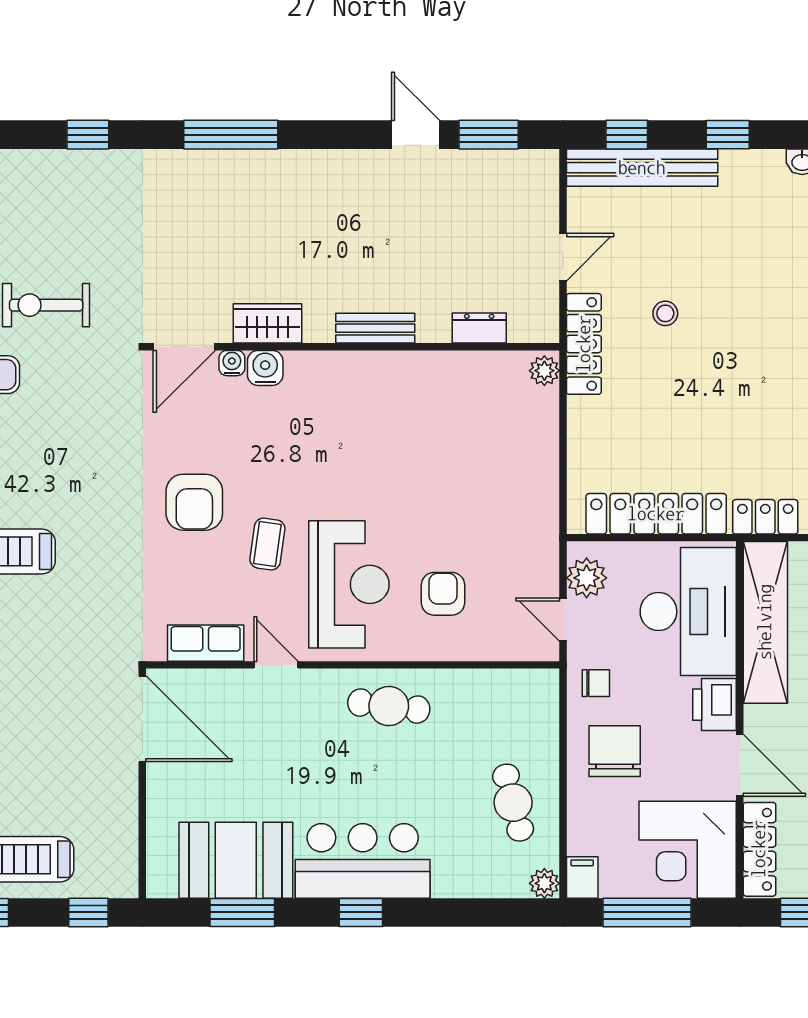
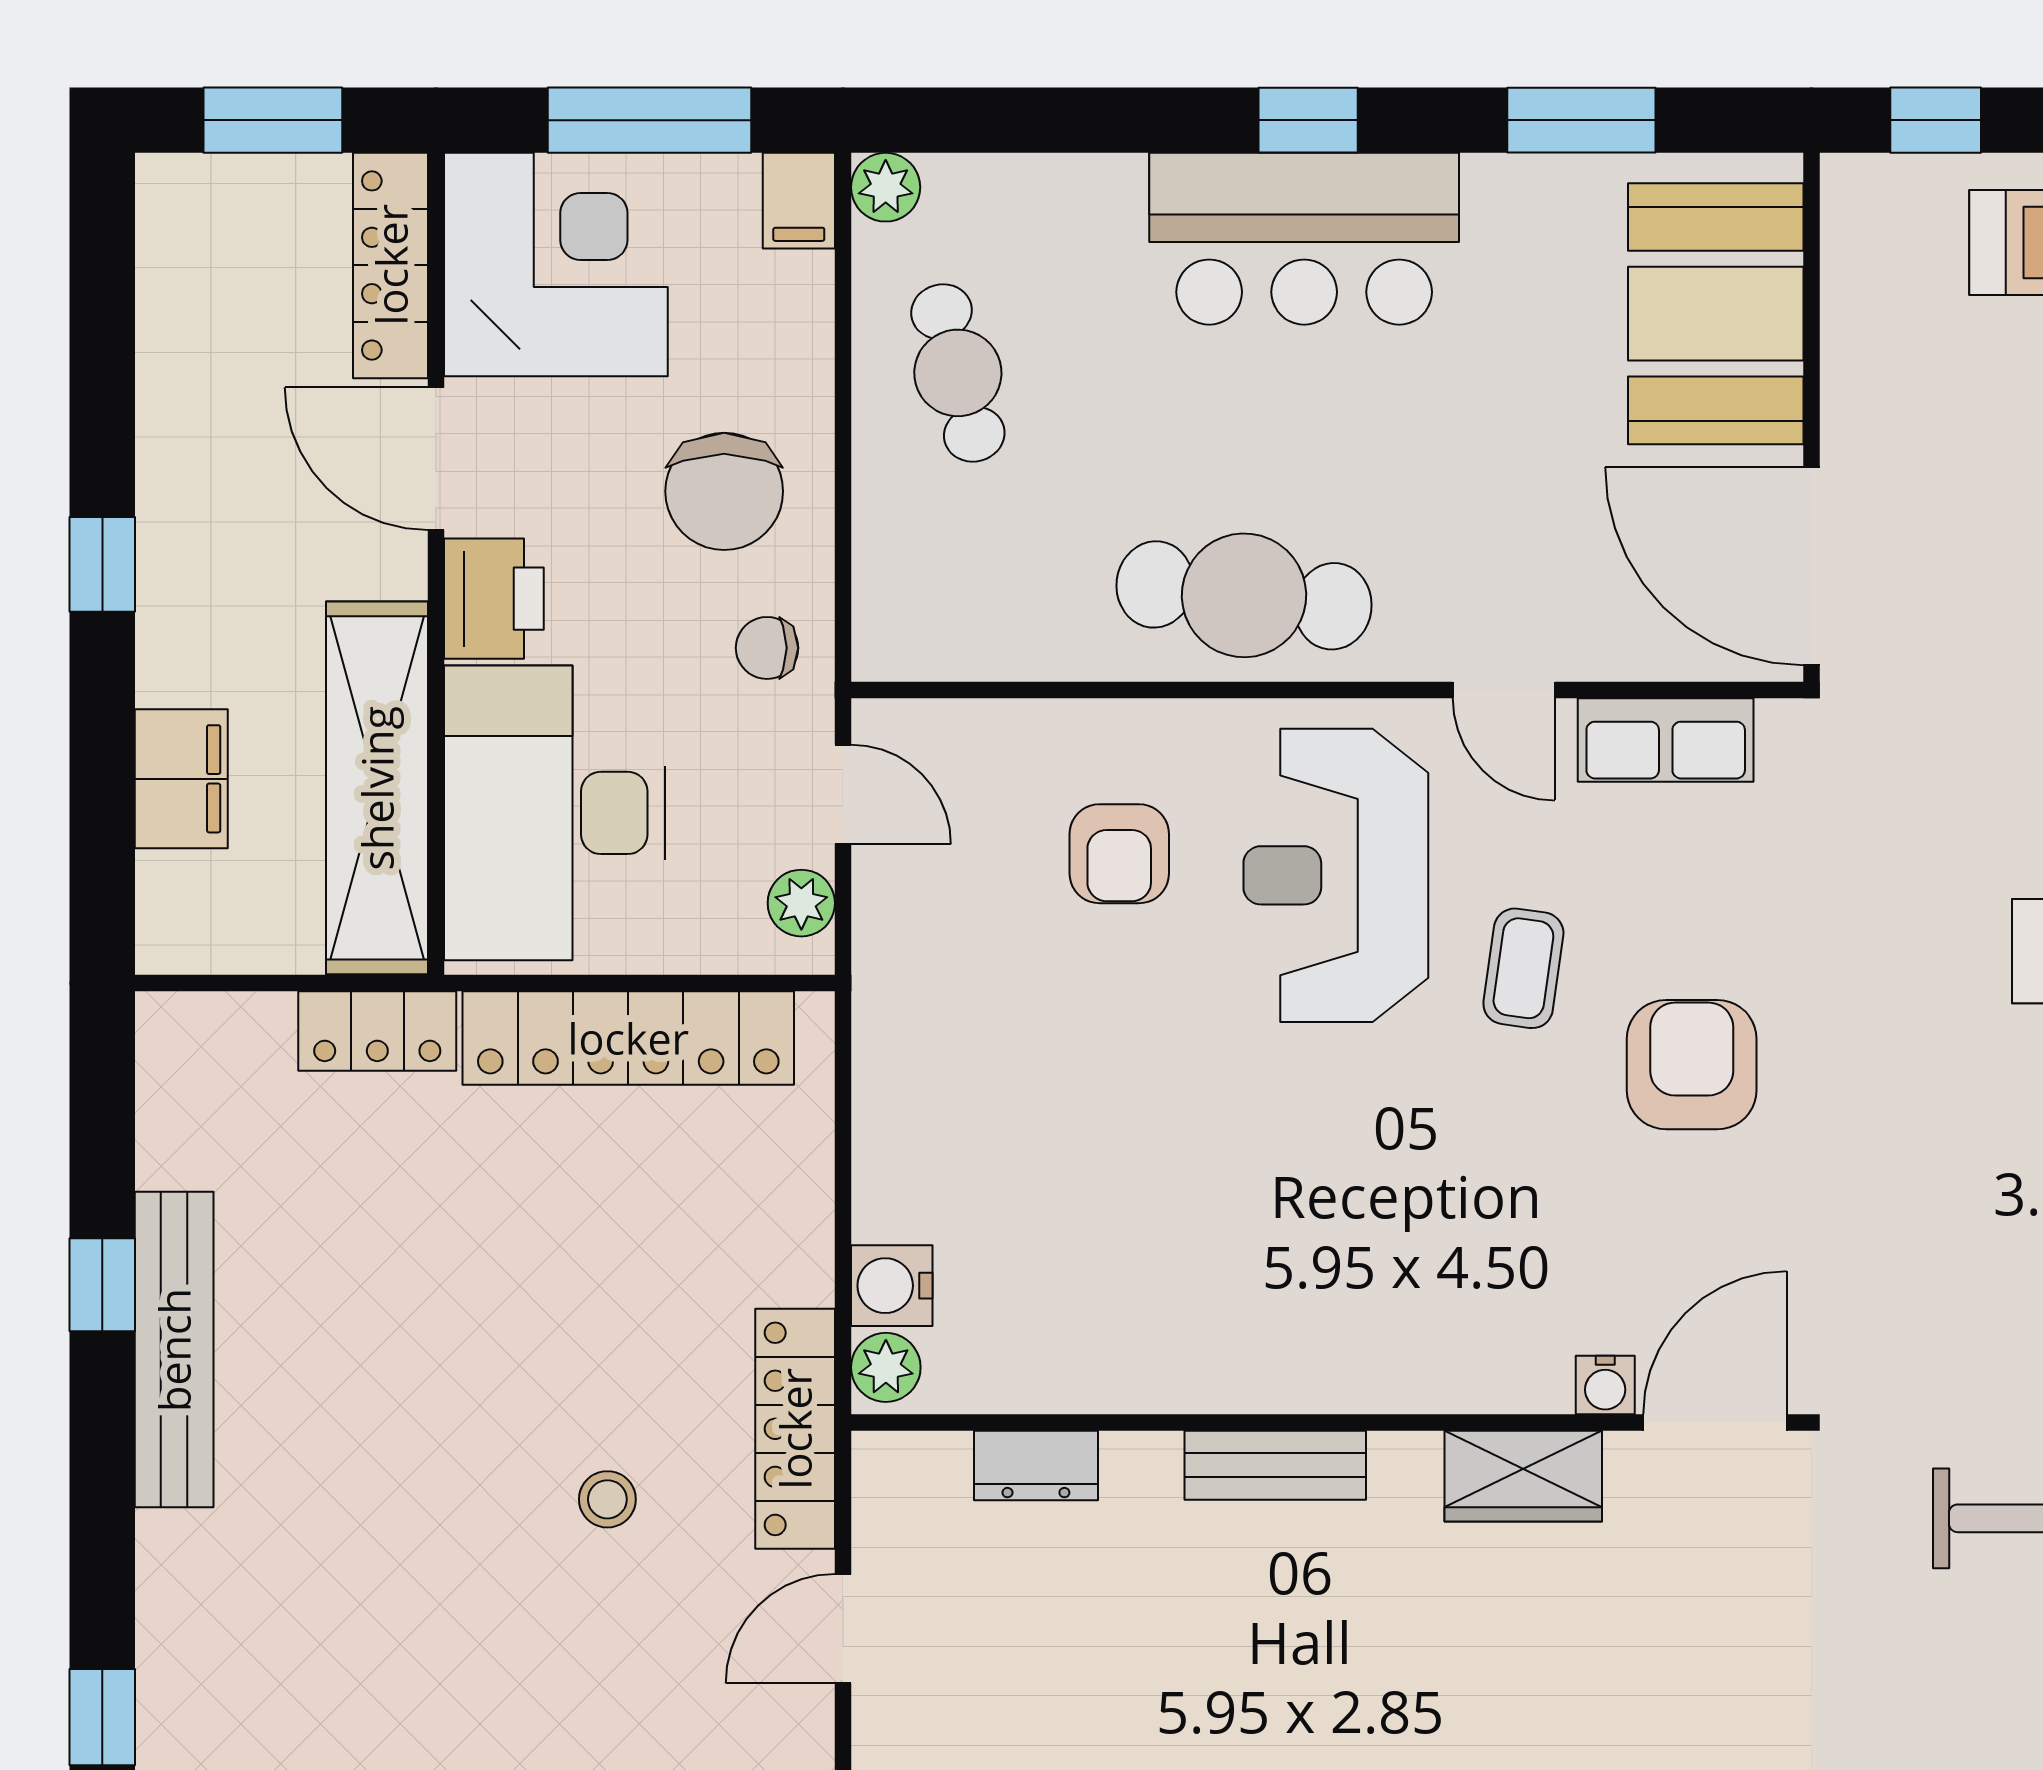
water cooler: (265, 368) -> (892, 1286), moved, turned 90
plant: (587, 578) -> (801, 903), width x0.73, depth x0.73
cafe table: (389, 706) -> (1244, 595), width x1.37, depth x1.35
booth: (236, 860) -> (1716, 314), moved, turned 90

